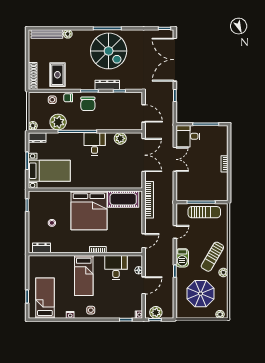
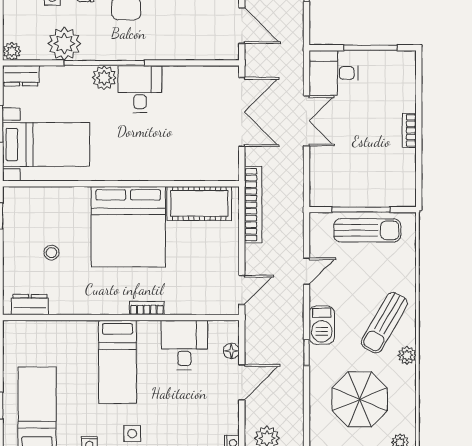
plant: (120, 138) -> (104, 78), moved

